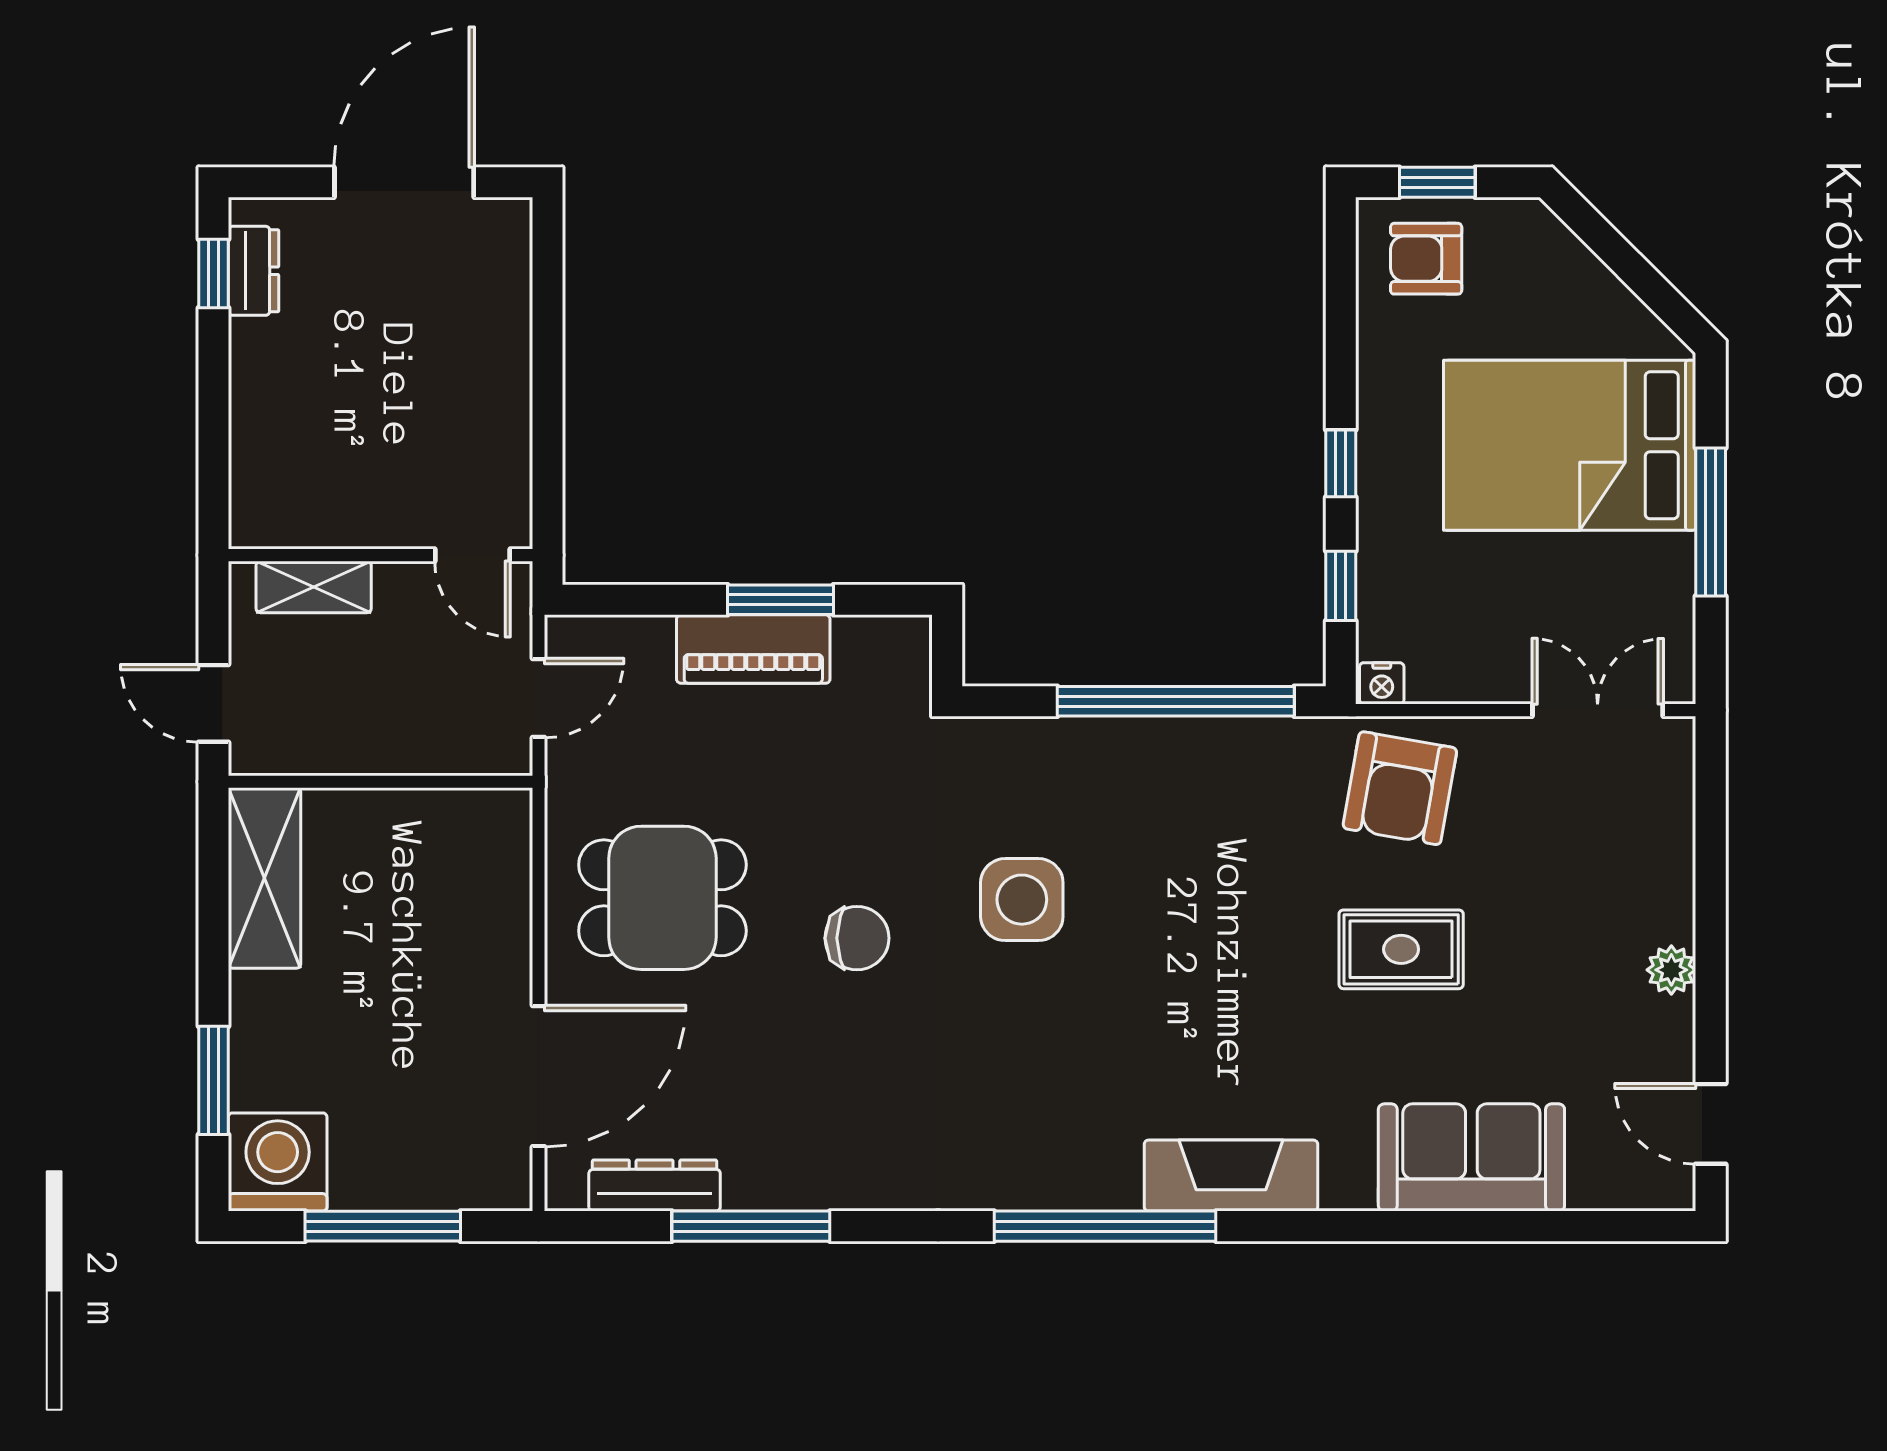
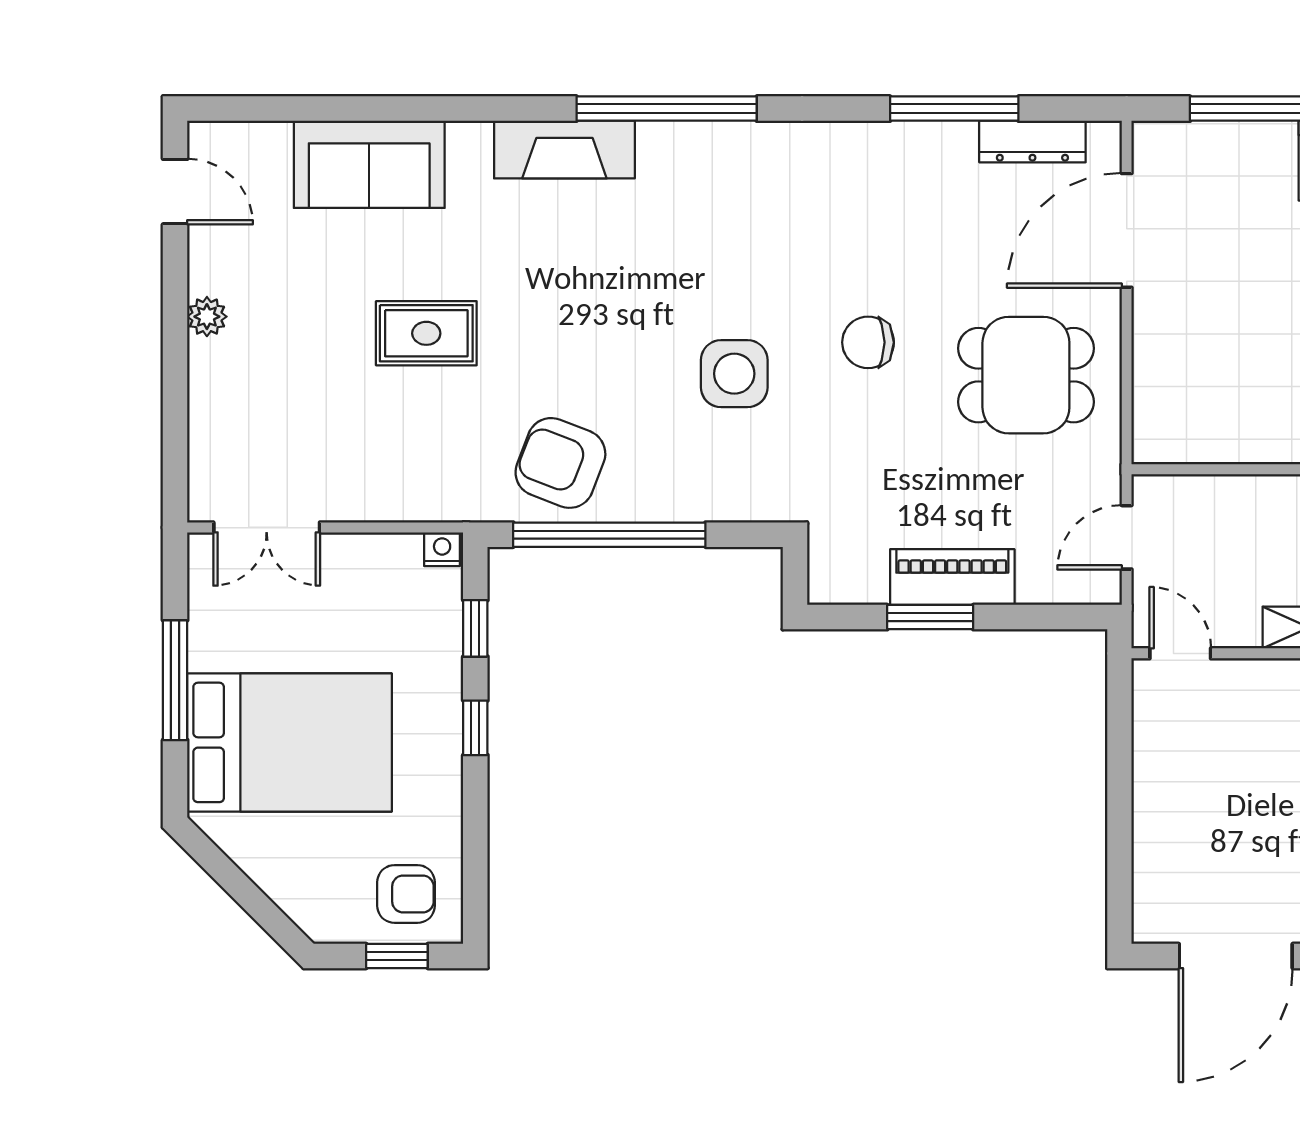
armchair: (1400, 788) -> (560, 463), moved, turned -79

